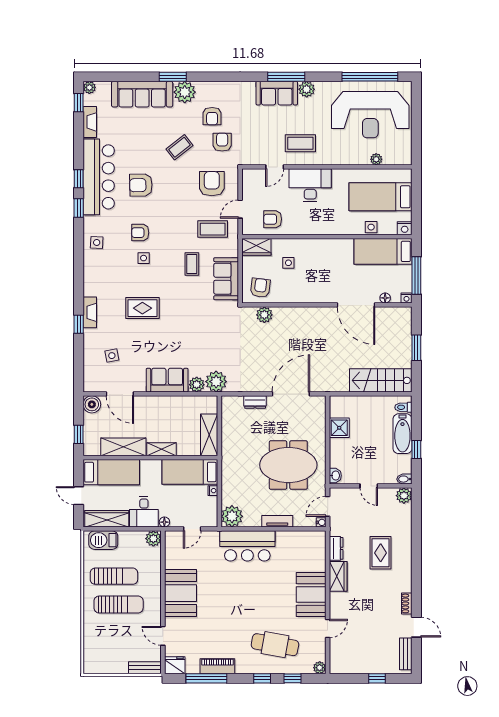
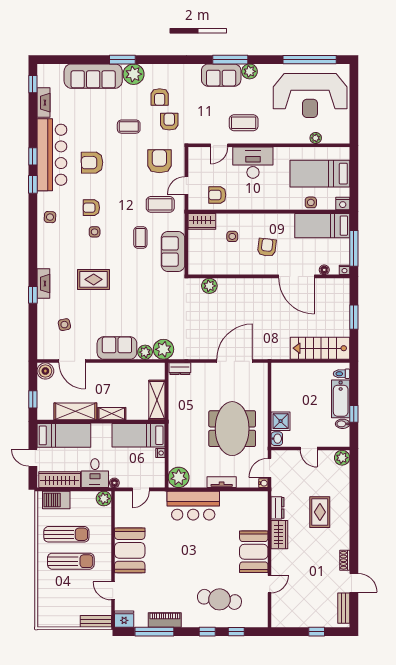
plant: (89, 87) -> (43, 70), removed
coffee table: (180, 147) -> (129, 127), turned 38
armchair: (260, 288) -> (267, 247), moved
dresser: (255, 402) -> (180, 369), moved
shower: (339, 428) -> (281, 421), moved
meeting table: (288, 465) -> (232, 429), turned 90
bidet: (404, 479) -> (343, 424), moved
plant: (320, 668) -> (262, 621), removed

